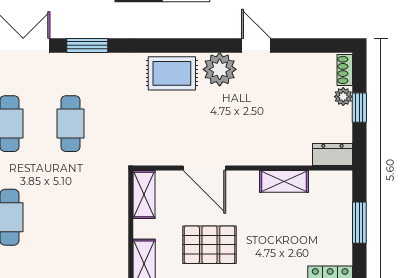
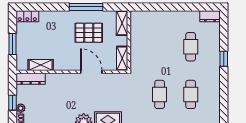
dresser: (332, 154) -> (31, 79), width x1.44
shelving: (284, 181) -> (41, 65), moved

